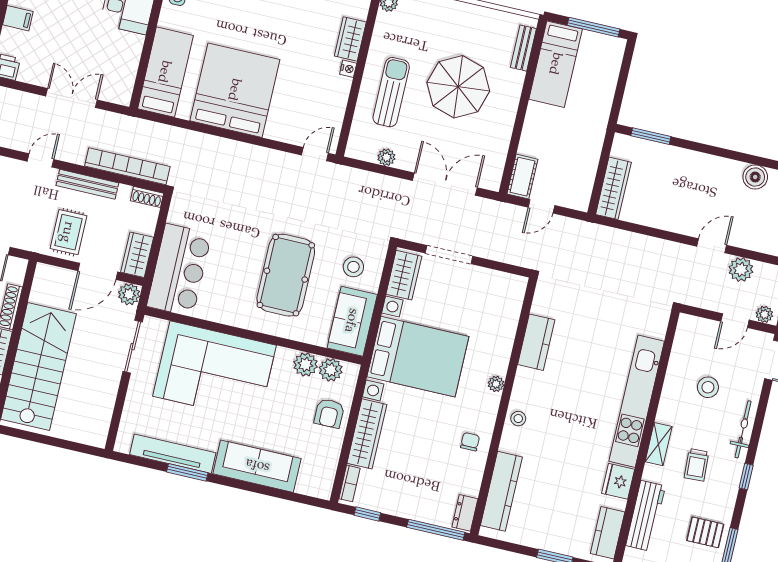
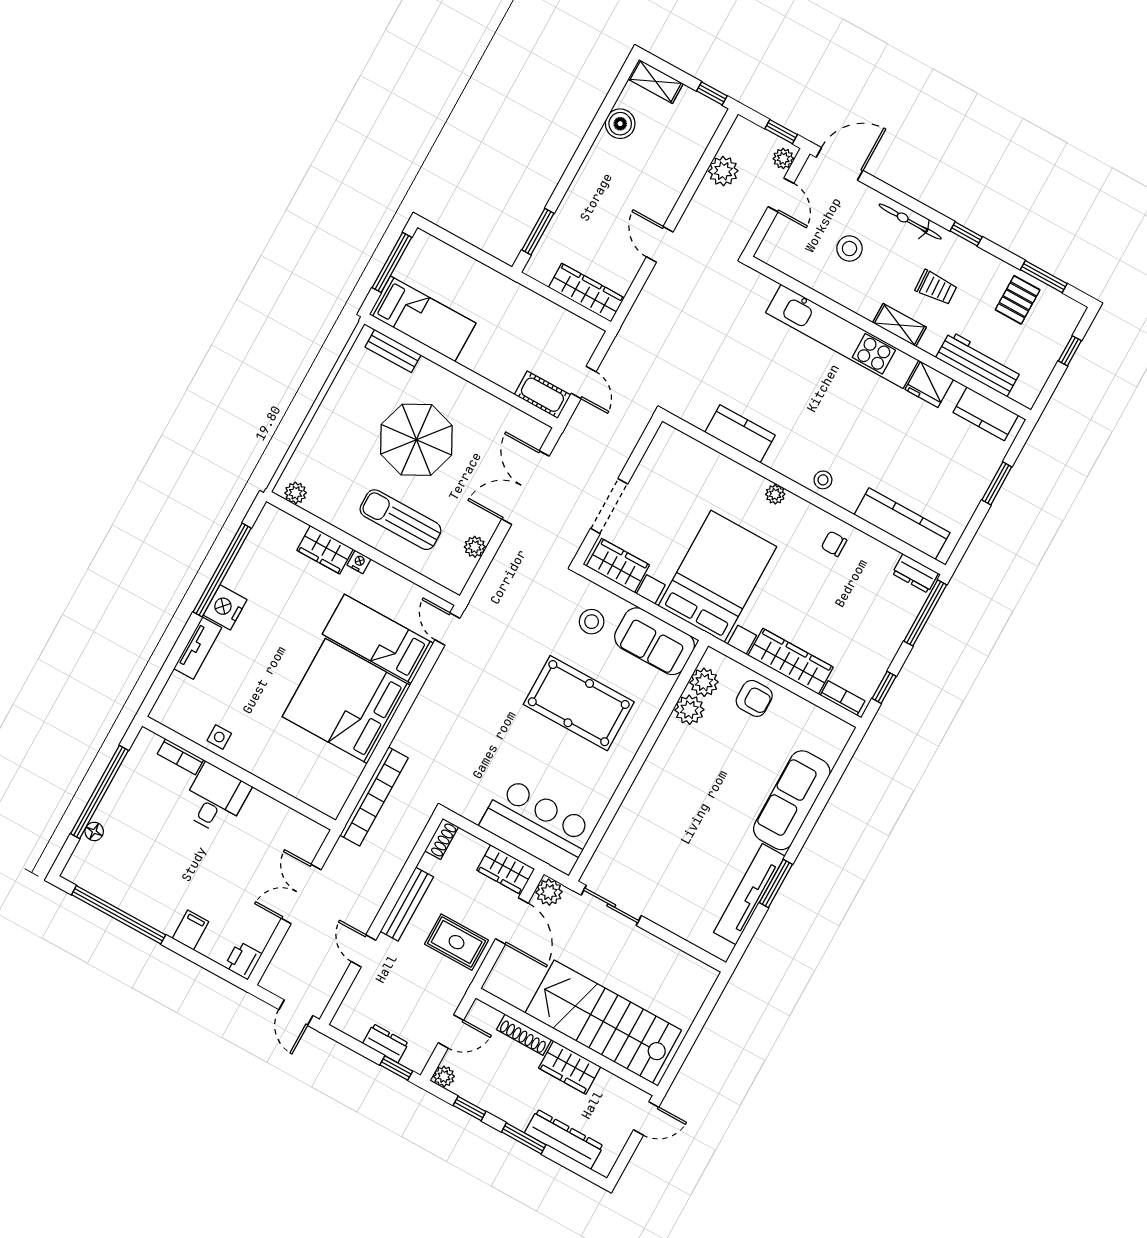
bed: (165, 72) -> (378, 639), moved
bookcase: (127, 166) -> (374, 797), moved, turned 180
door: (712, 246) -> (660, 244), moved
corner sofa: (215, 371) -> (666, 818), removed

